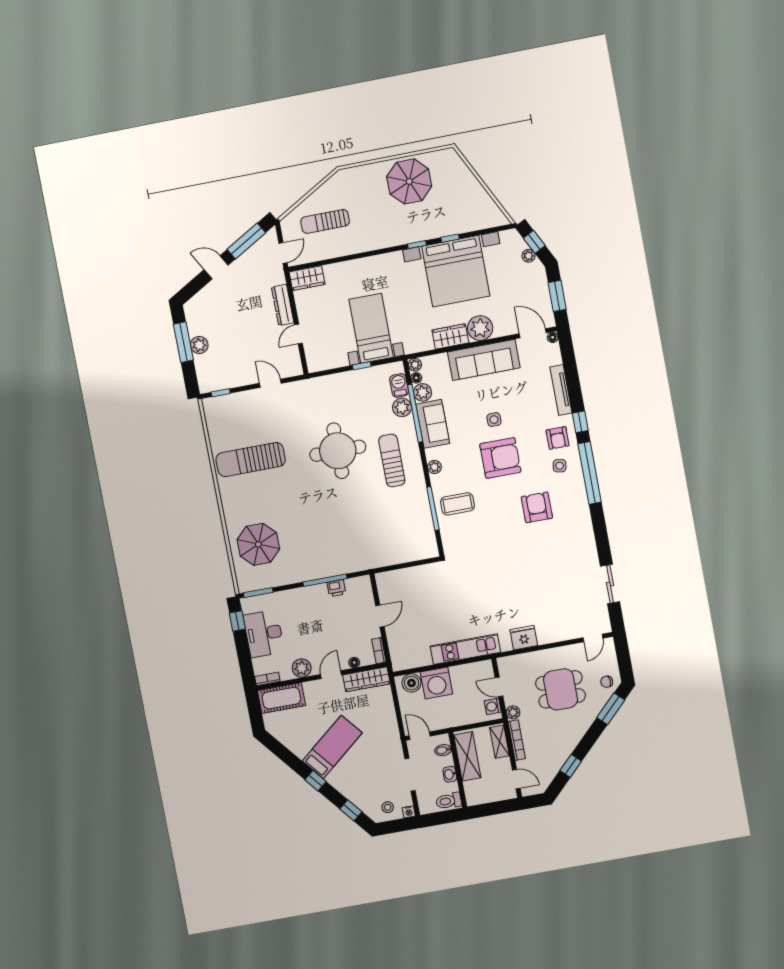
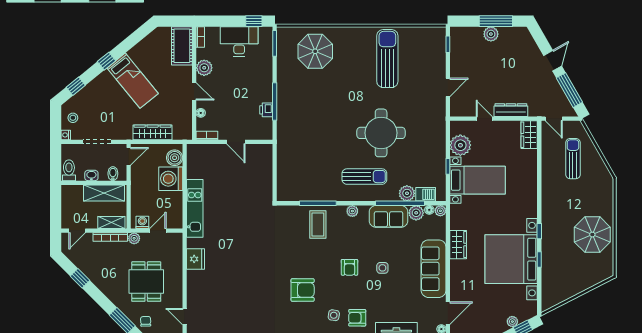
plant: (480, 328) -> (460, 145), moved
armchair: (500, 458) -> (349, 267), width x0.53, depth x0.53
wardrobe: (366, 679) -> (153, 132), moved, turned 90

